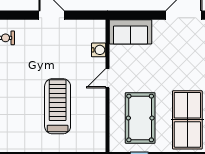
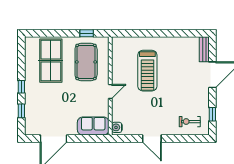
water cooler: (99, 50) -> (117, 127), moved

